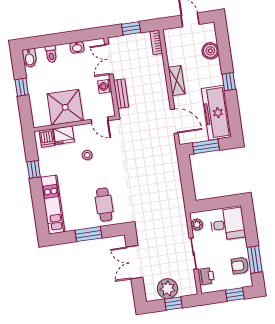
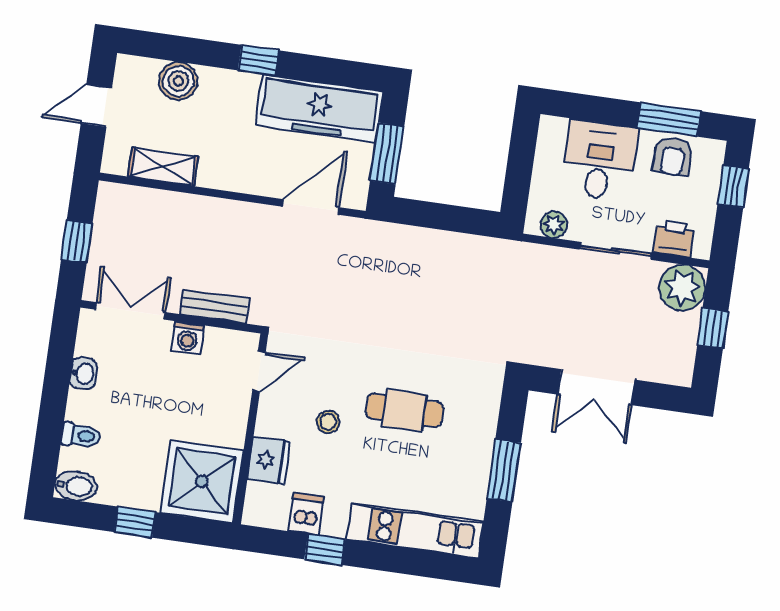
bookcase: (156, 42) -> (124, 195), removed
double door: (109, 59) -> (130, 311), swing flipped
shelving: (177, 81) -> (163, 167), moved
shower: (65, 107) -> (202, 481), moved
dishwasher: (47, 138) -> (306, 514), moved, turned -90
cafe table: (104, 205) -> (404, 410), moved
desk: (228, 224) -> (600, 160), moved
plant: (167, 289) -> (682, 288), moved

